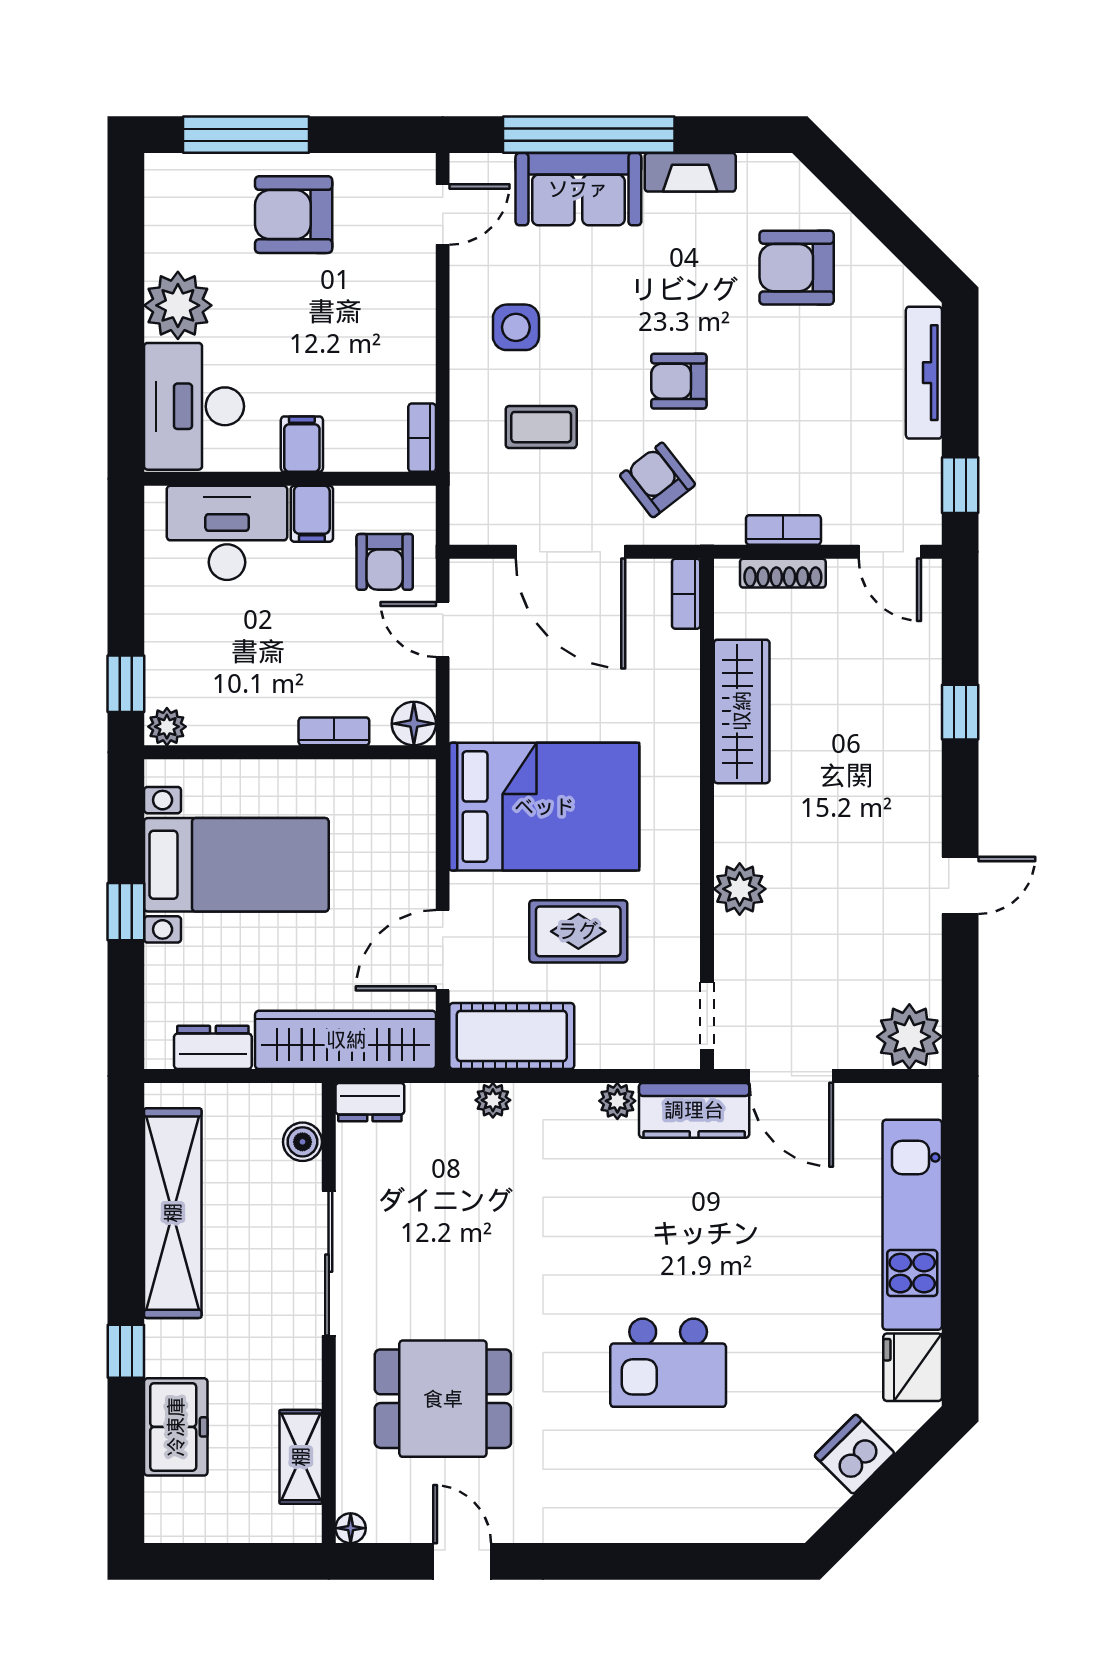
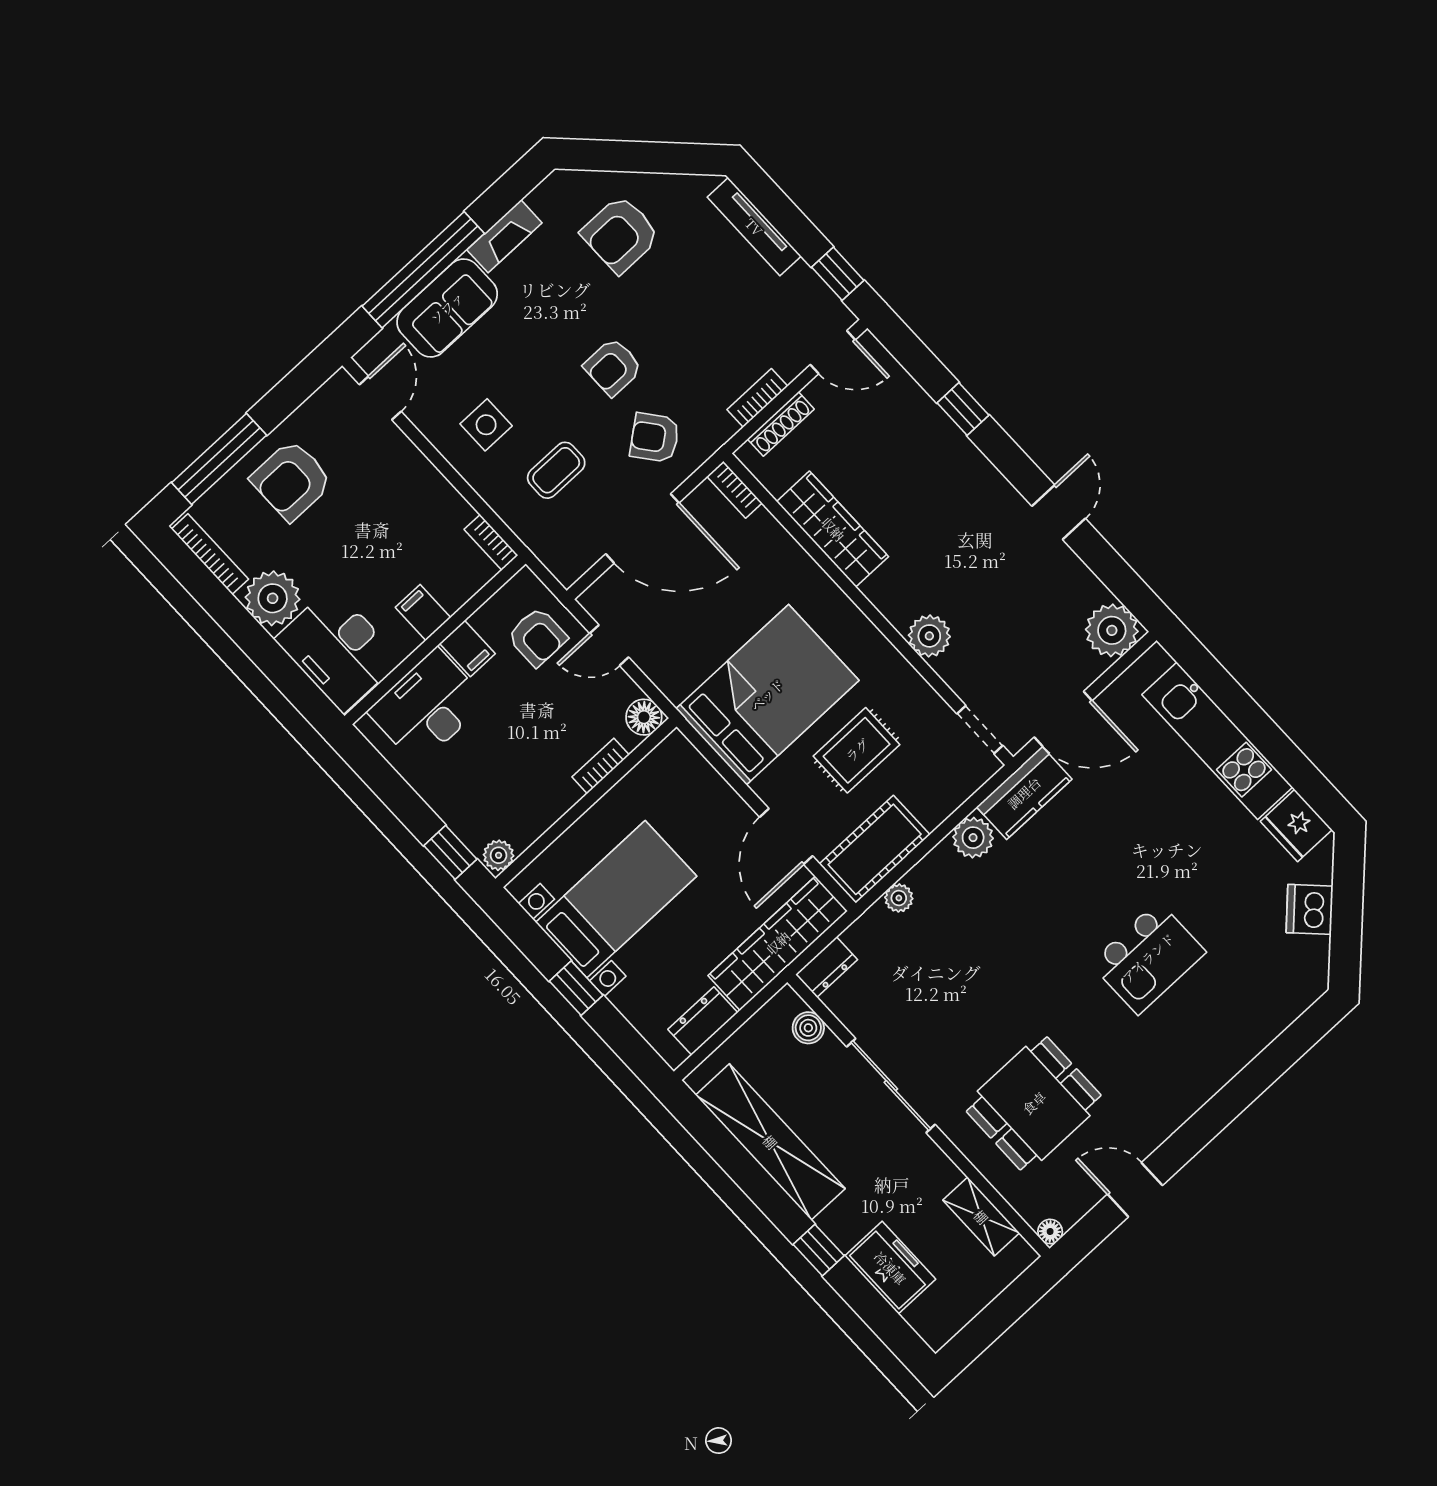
bookcase: (158, 213) -> (210, 554), added
plant: (617, 1101) -> (973, 838), width x1.38, depth x1.38

